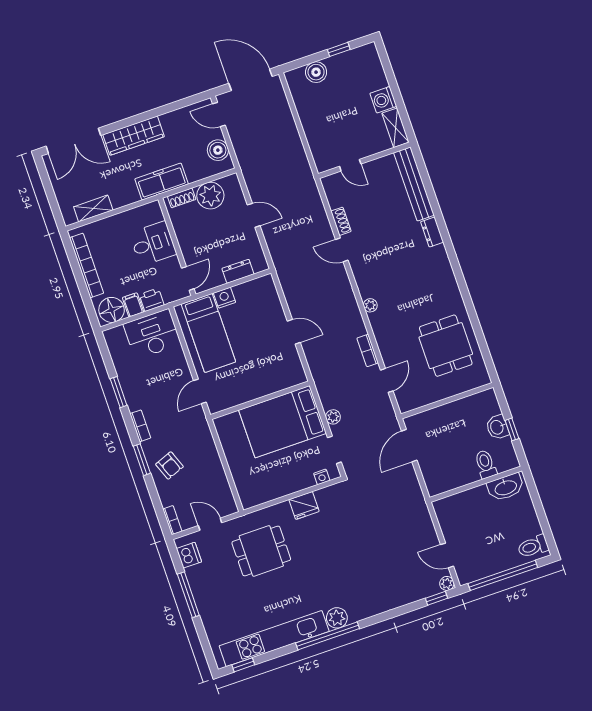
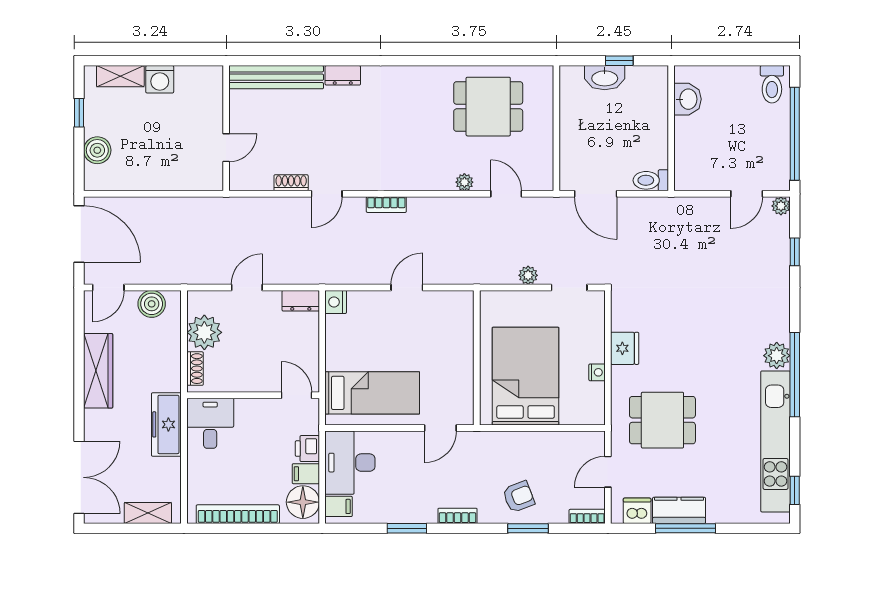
door: (250, 80) -> (79, 234), swing flipped
shelving: (395, 128) -> (120, 76), moved
wardrobe: (134, 136) -> (98, 371), moved
freezer: (162, 182) -> (166, 424), moved
shelving: (93, 208) -> (148, 513), moved, turned 90
desk: (153, 244) -> (210, 423), moved
dresser: (238, 271) -> (301, 301), moved, turned -90
nightstand: (225, 298) -> (336, 302), moved
plant: (370, 305) -> (464, 182), moved
filing cabinet: (117, 337) -> (339, 506), added
bookcase: (368, 350) -> (386, 205), moved
door: (200, 391) -> (440, 428), hinge flipped
bed: (283, 422) -> (526, 376), moved, turned 180
washbasin: (497, 427) -> (605, 78), width x1.38
window: (142, 460) -> (528, 528), moved
toilet: (486, 464) -> (651, 180), moved
nightstand: (322, 477) -> (597, 372), moved
washbasin: (506, 487) -> (688, 99), width x0.72
dining table: (261, 551) -> (662, 420), turned 90
kitchen counter: (200, 586) -> (679, 510), added
window: (437, 598) -> (795, 252), moved

